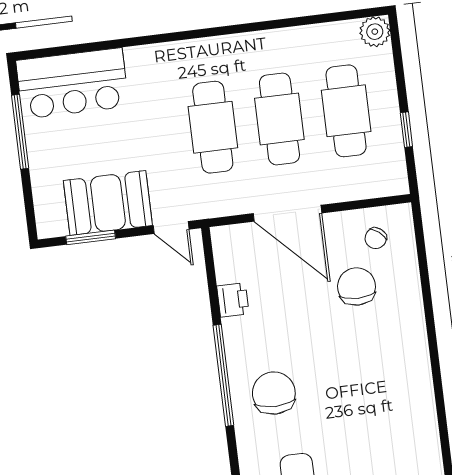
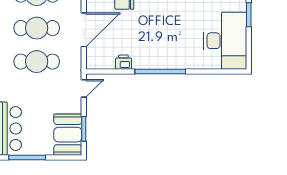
booth: (108, 203) -> (68, 135), moved
chair: (274, 393) -> (172, 48), removed

